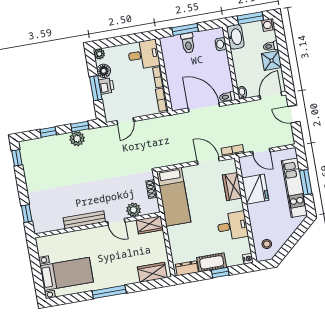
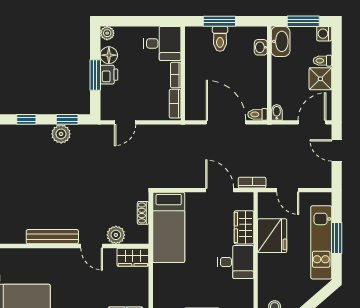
desk: (232, 226) -> (236, 262), moved

